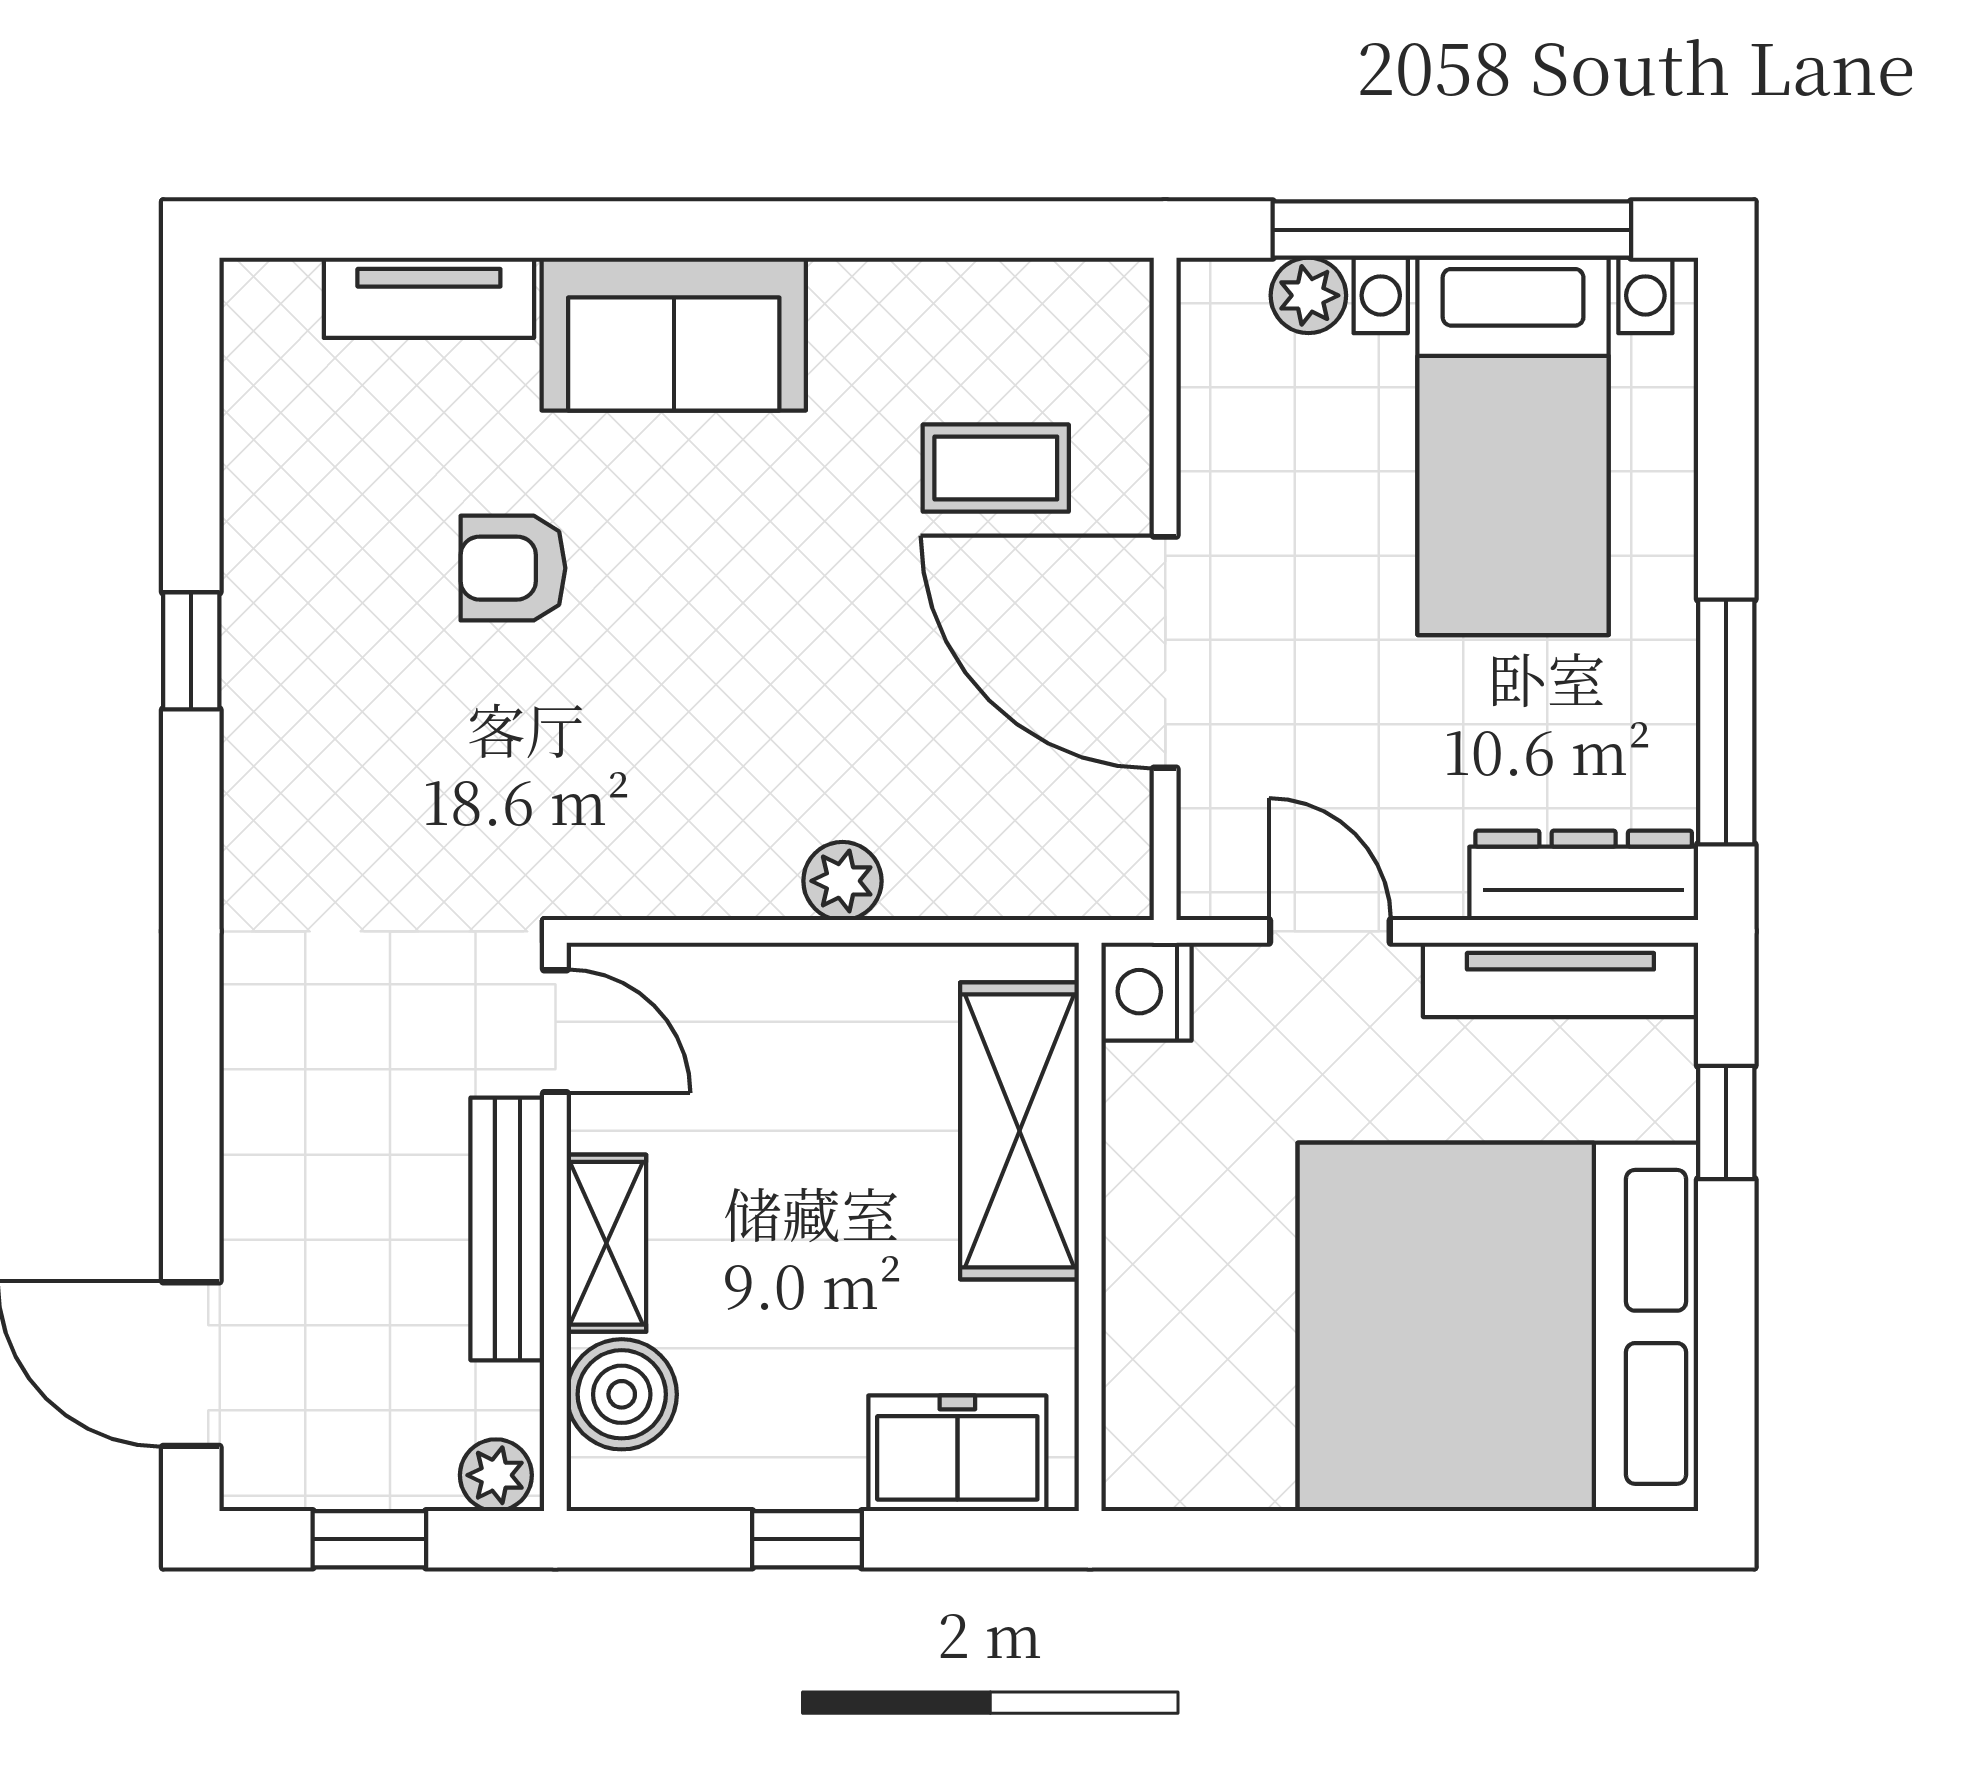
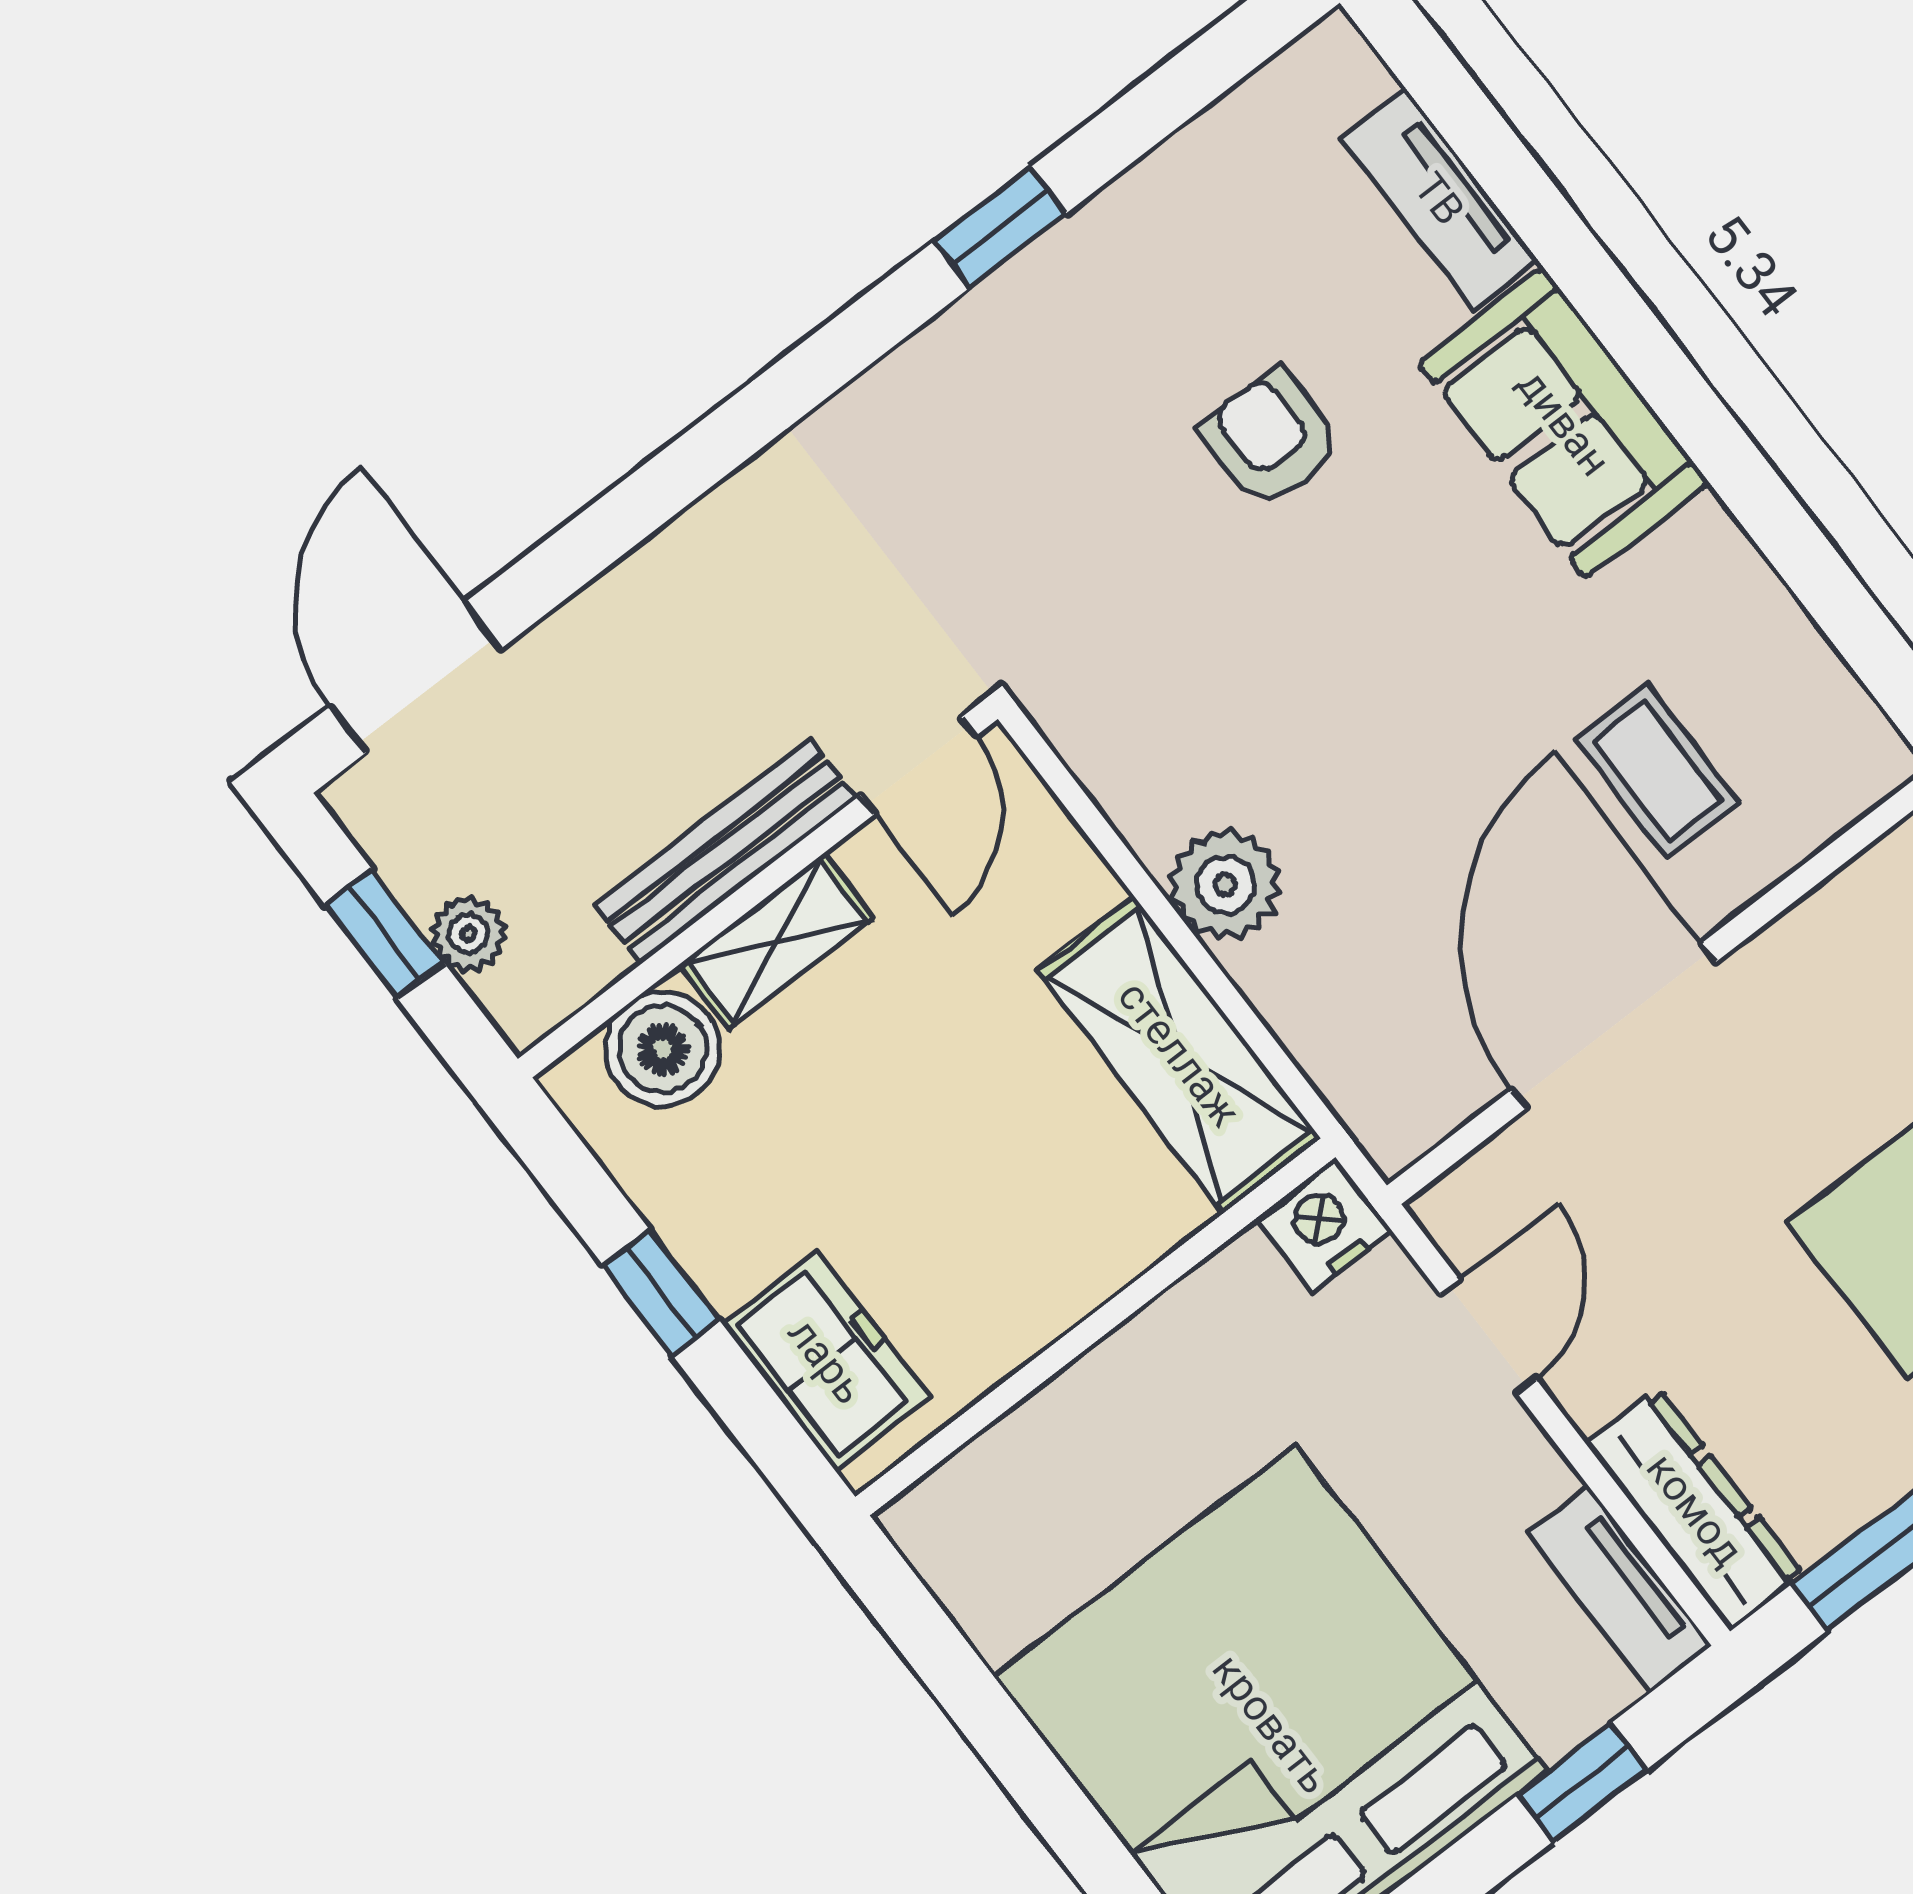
plant: (842, 881) -> (1225, 885), width x1.38, depth x1.38
tv unit: (1560, 980) -> (1620, 1589), width x0.71
shelving: (1019, 1131) -> (1179, 1054), moved, turned 90
plant: (496, 1475) -> (468, 934), moved

